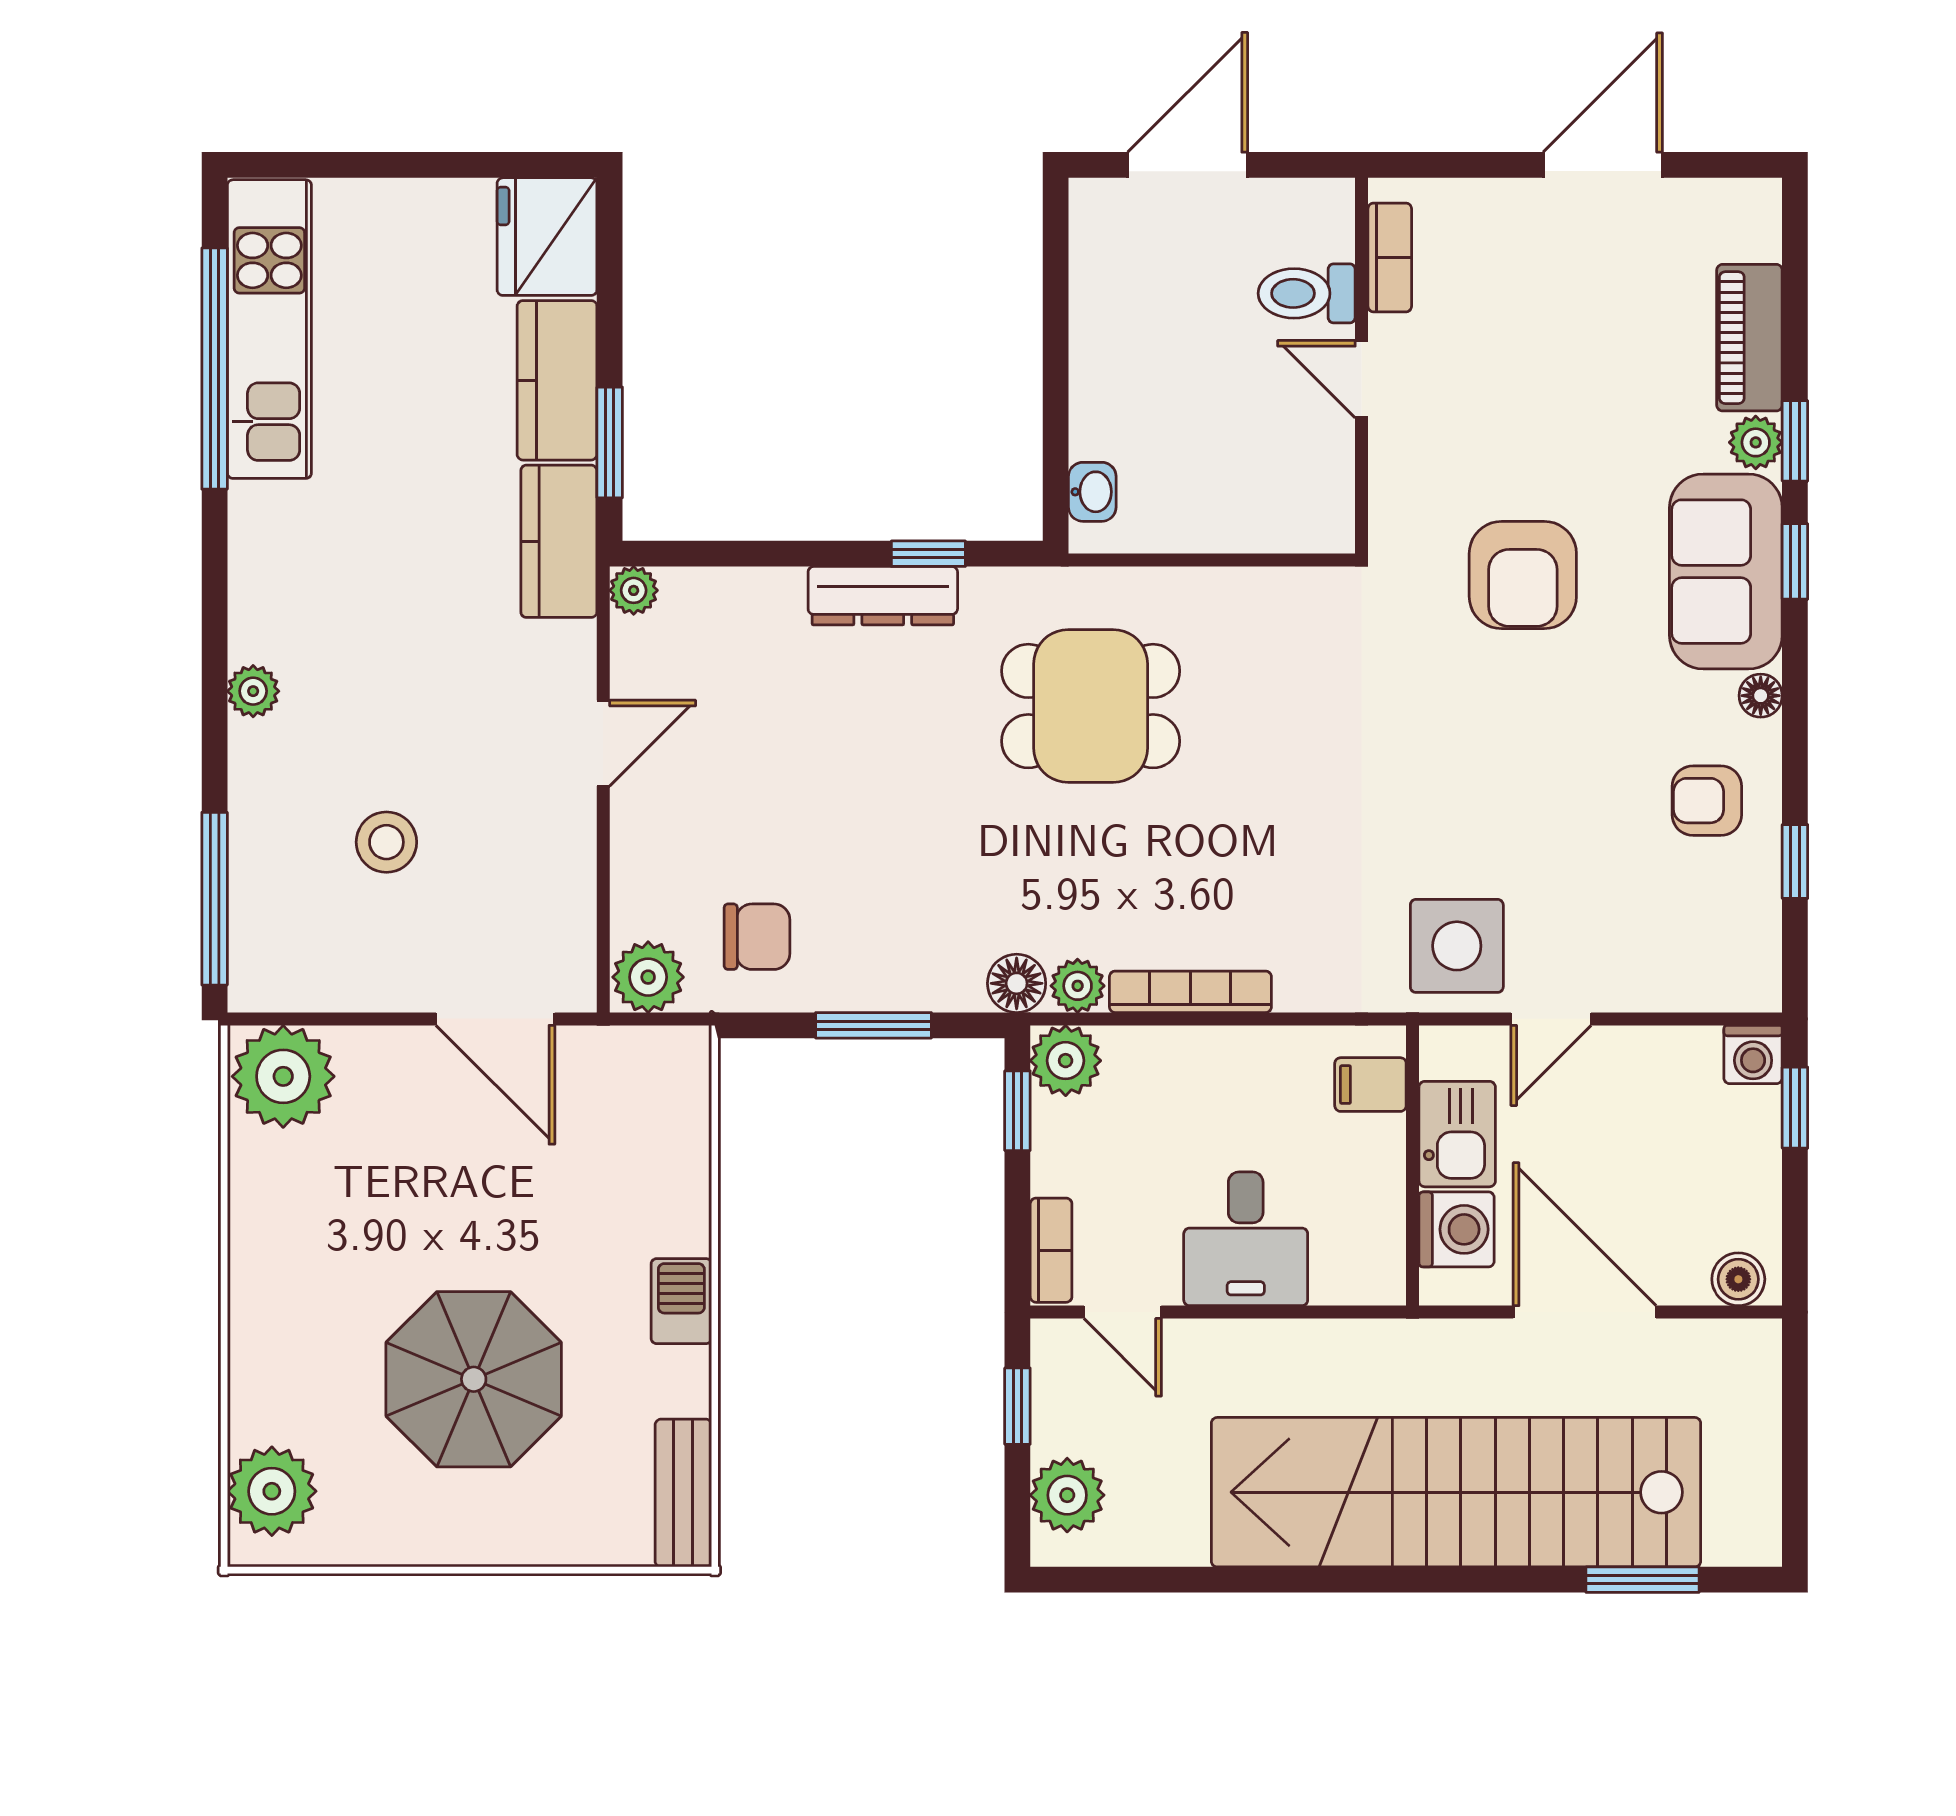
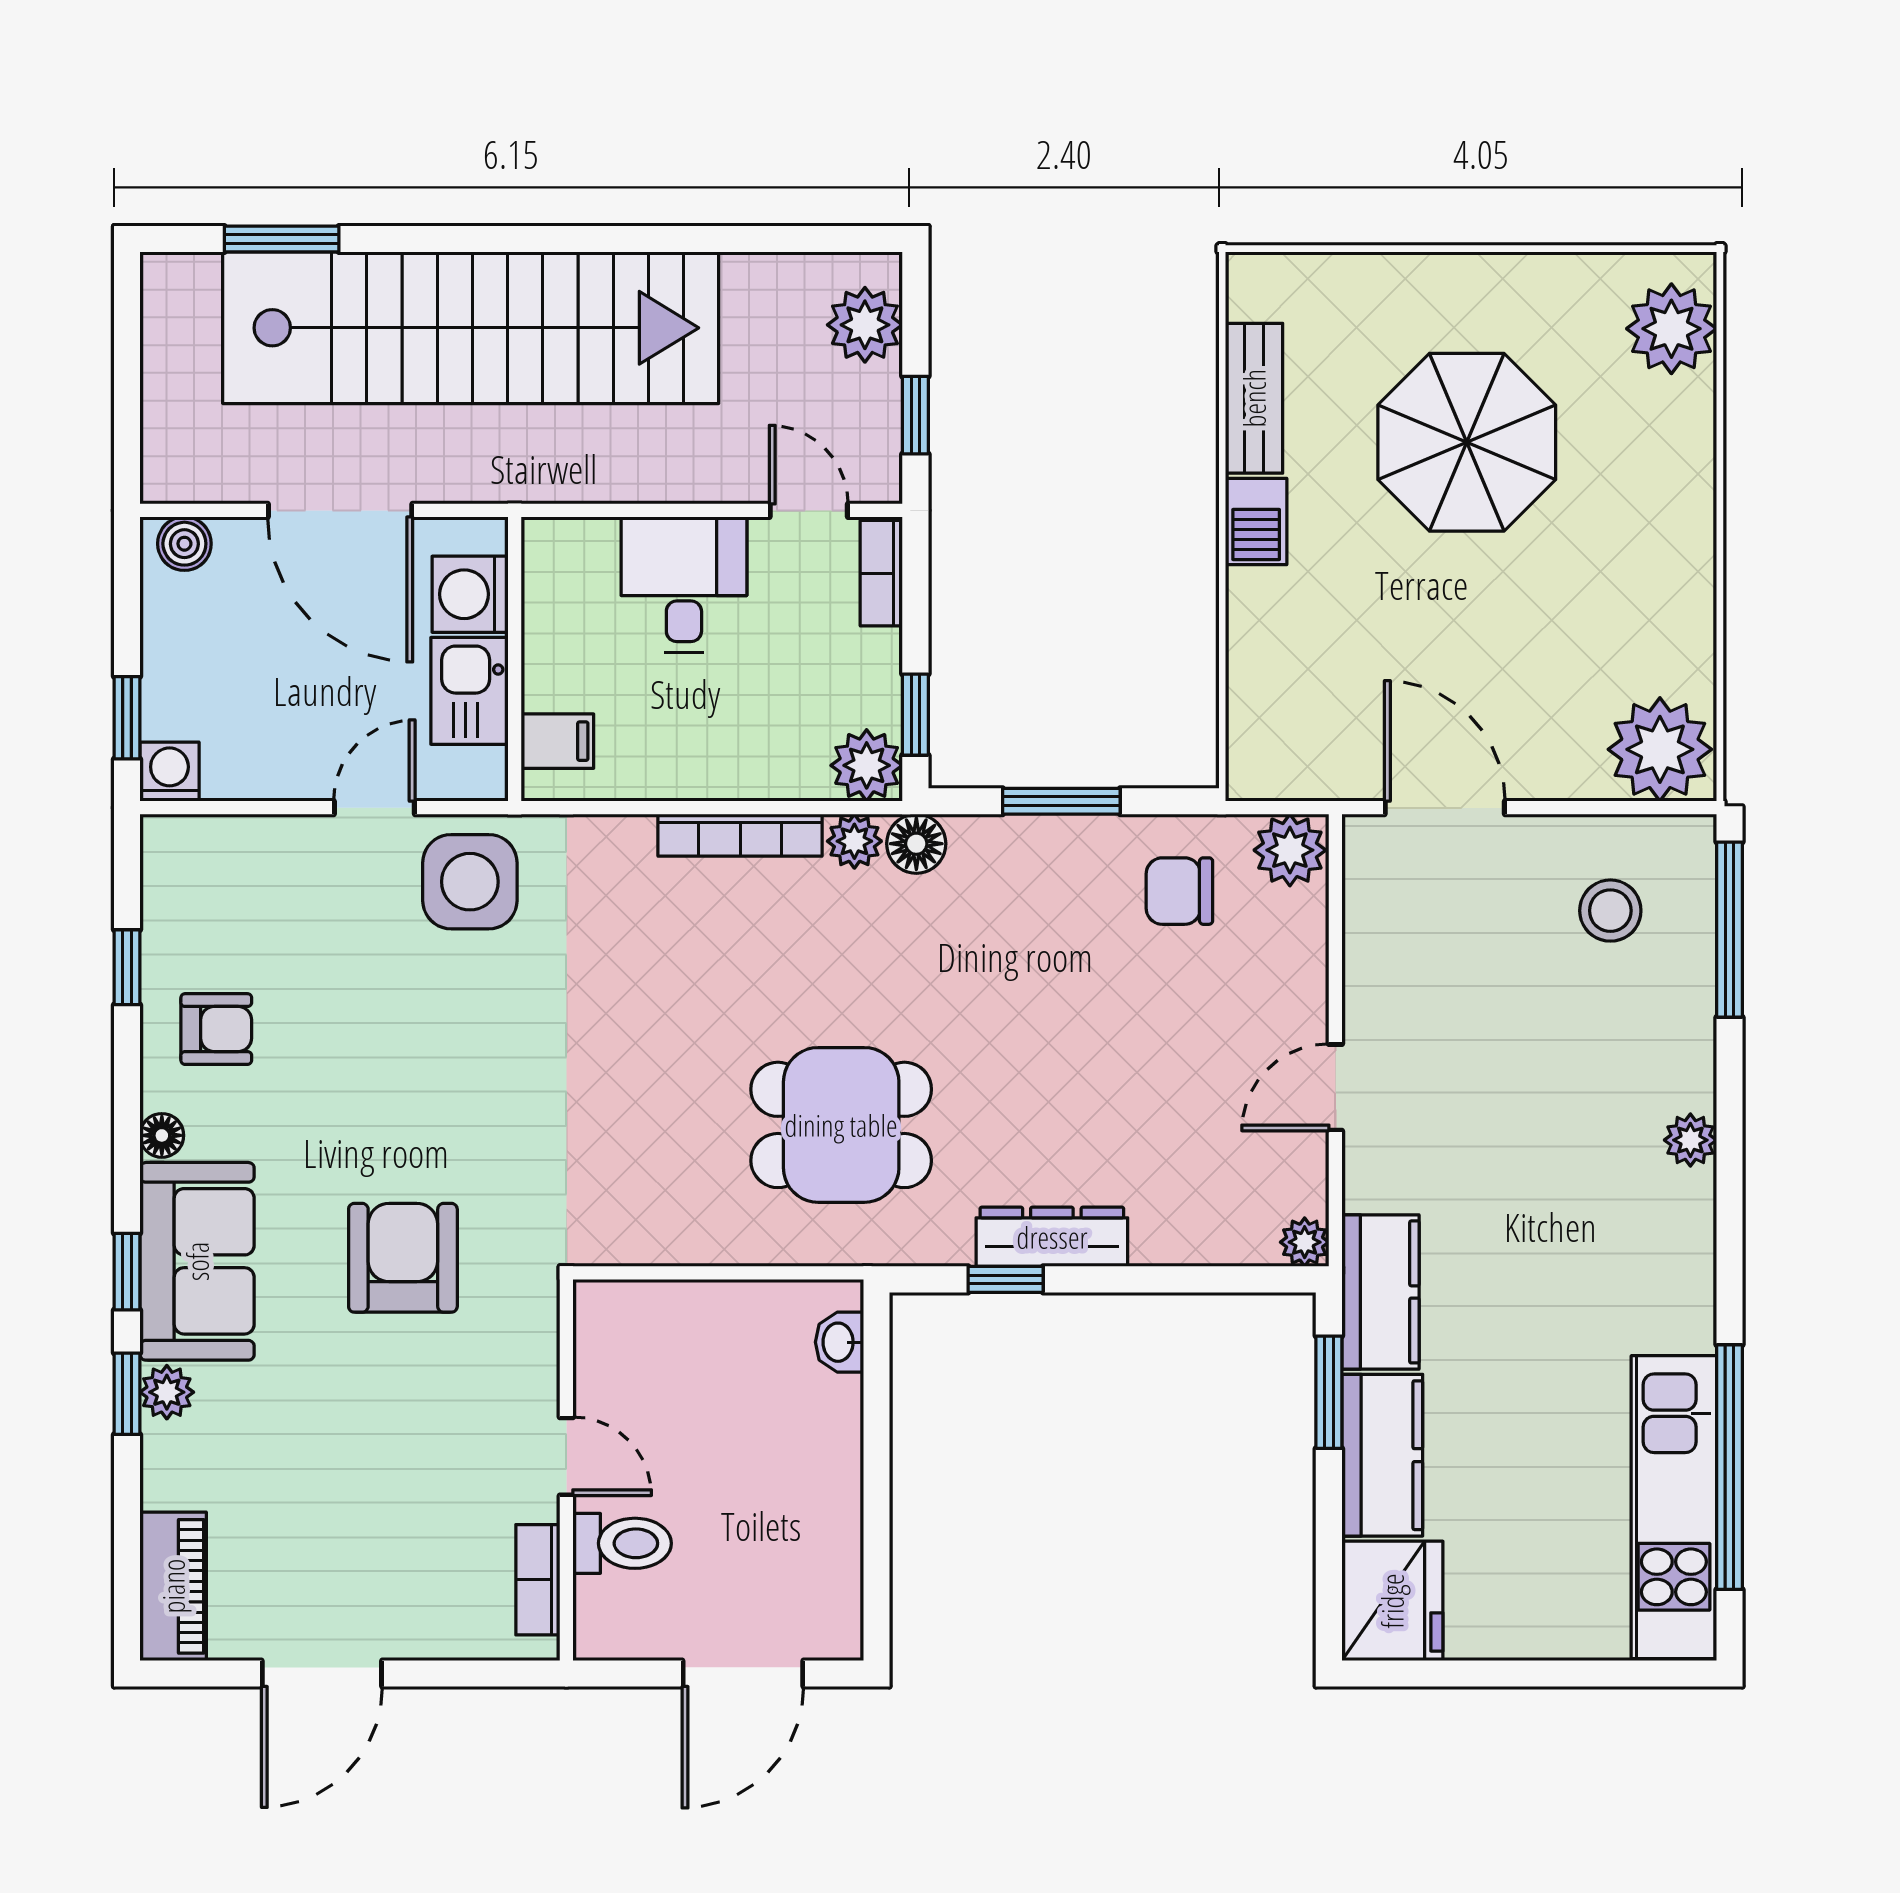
piano: (1749, 338) -> (173, 1586), moved
stool: (386, 842) -> (1610, 911), moved
bench: (683, 1493) -> (1254, 398), moved

